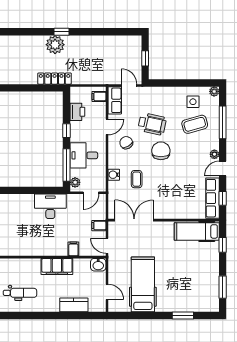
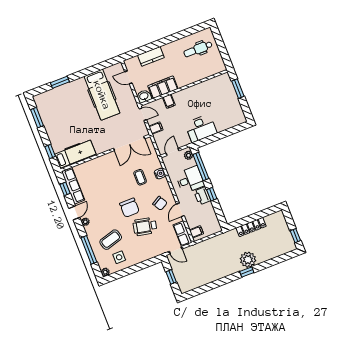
locker: (55, 79) -> (251, 227), moved
printer: (77, 112) -> (202, 196), moved
filing cabinet: (57, 266) -> (163, 87), moved

